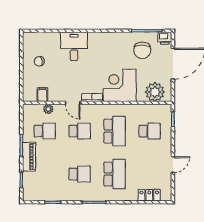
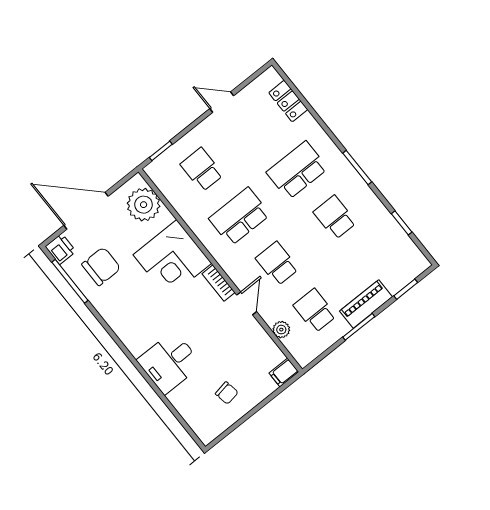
filing cabinet: (42, 95) -> (284, 372), moved

